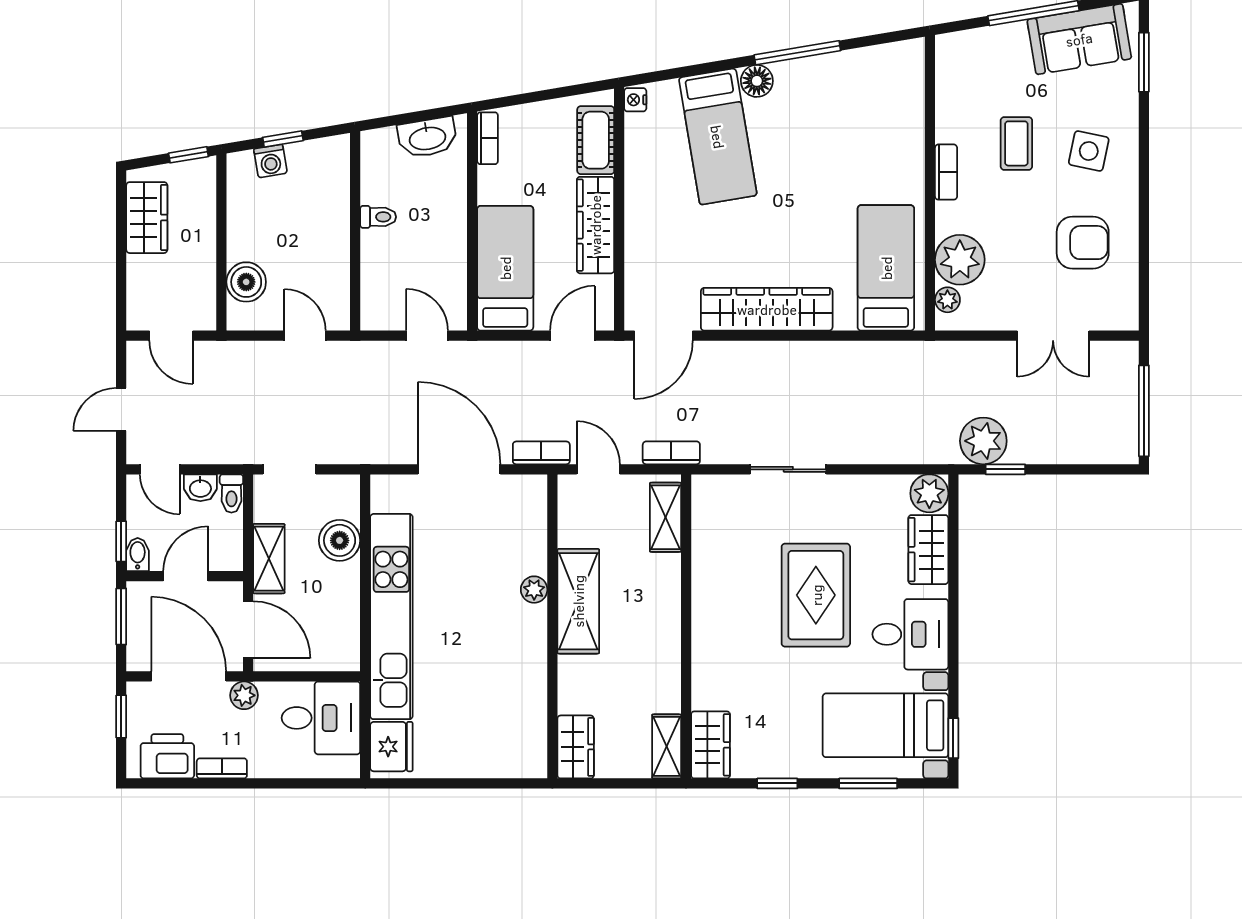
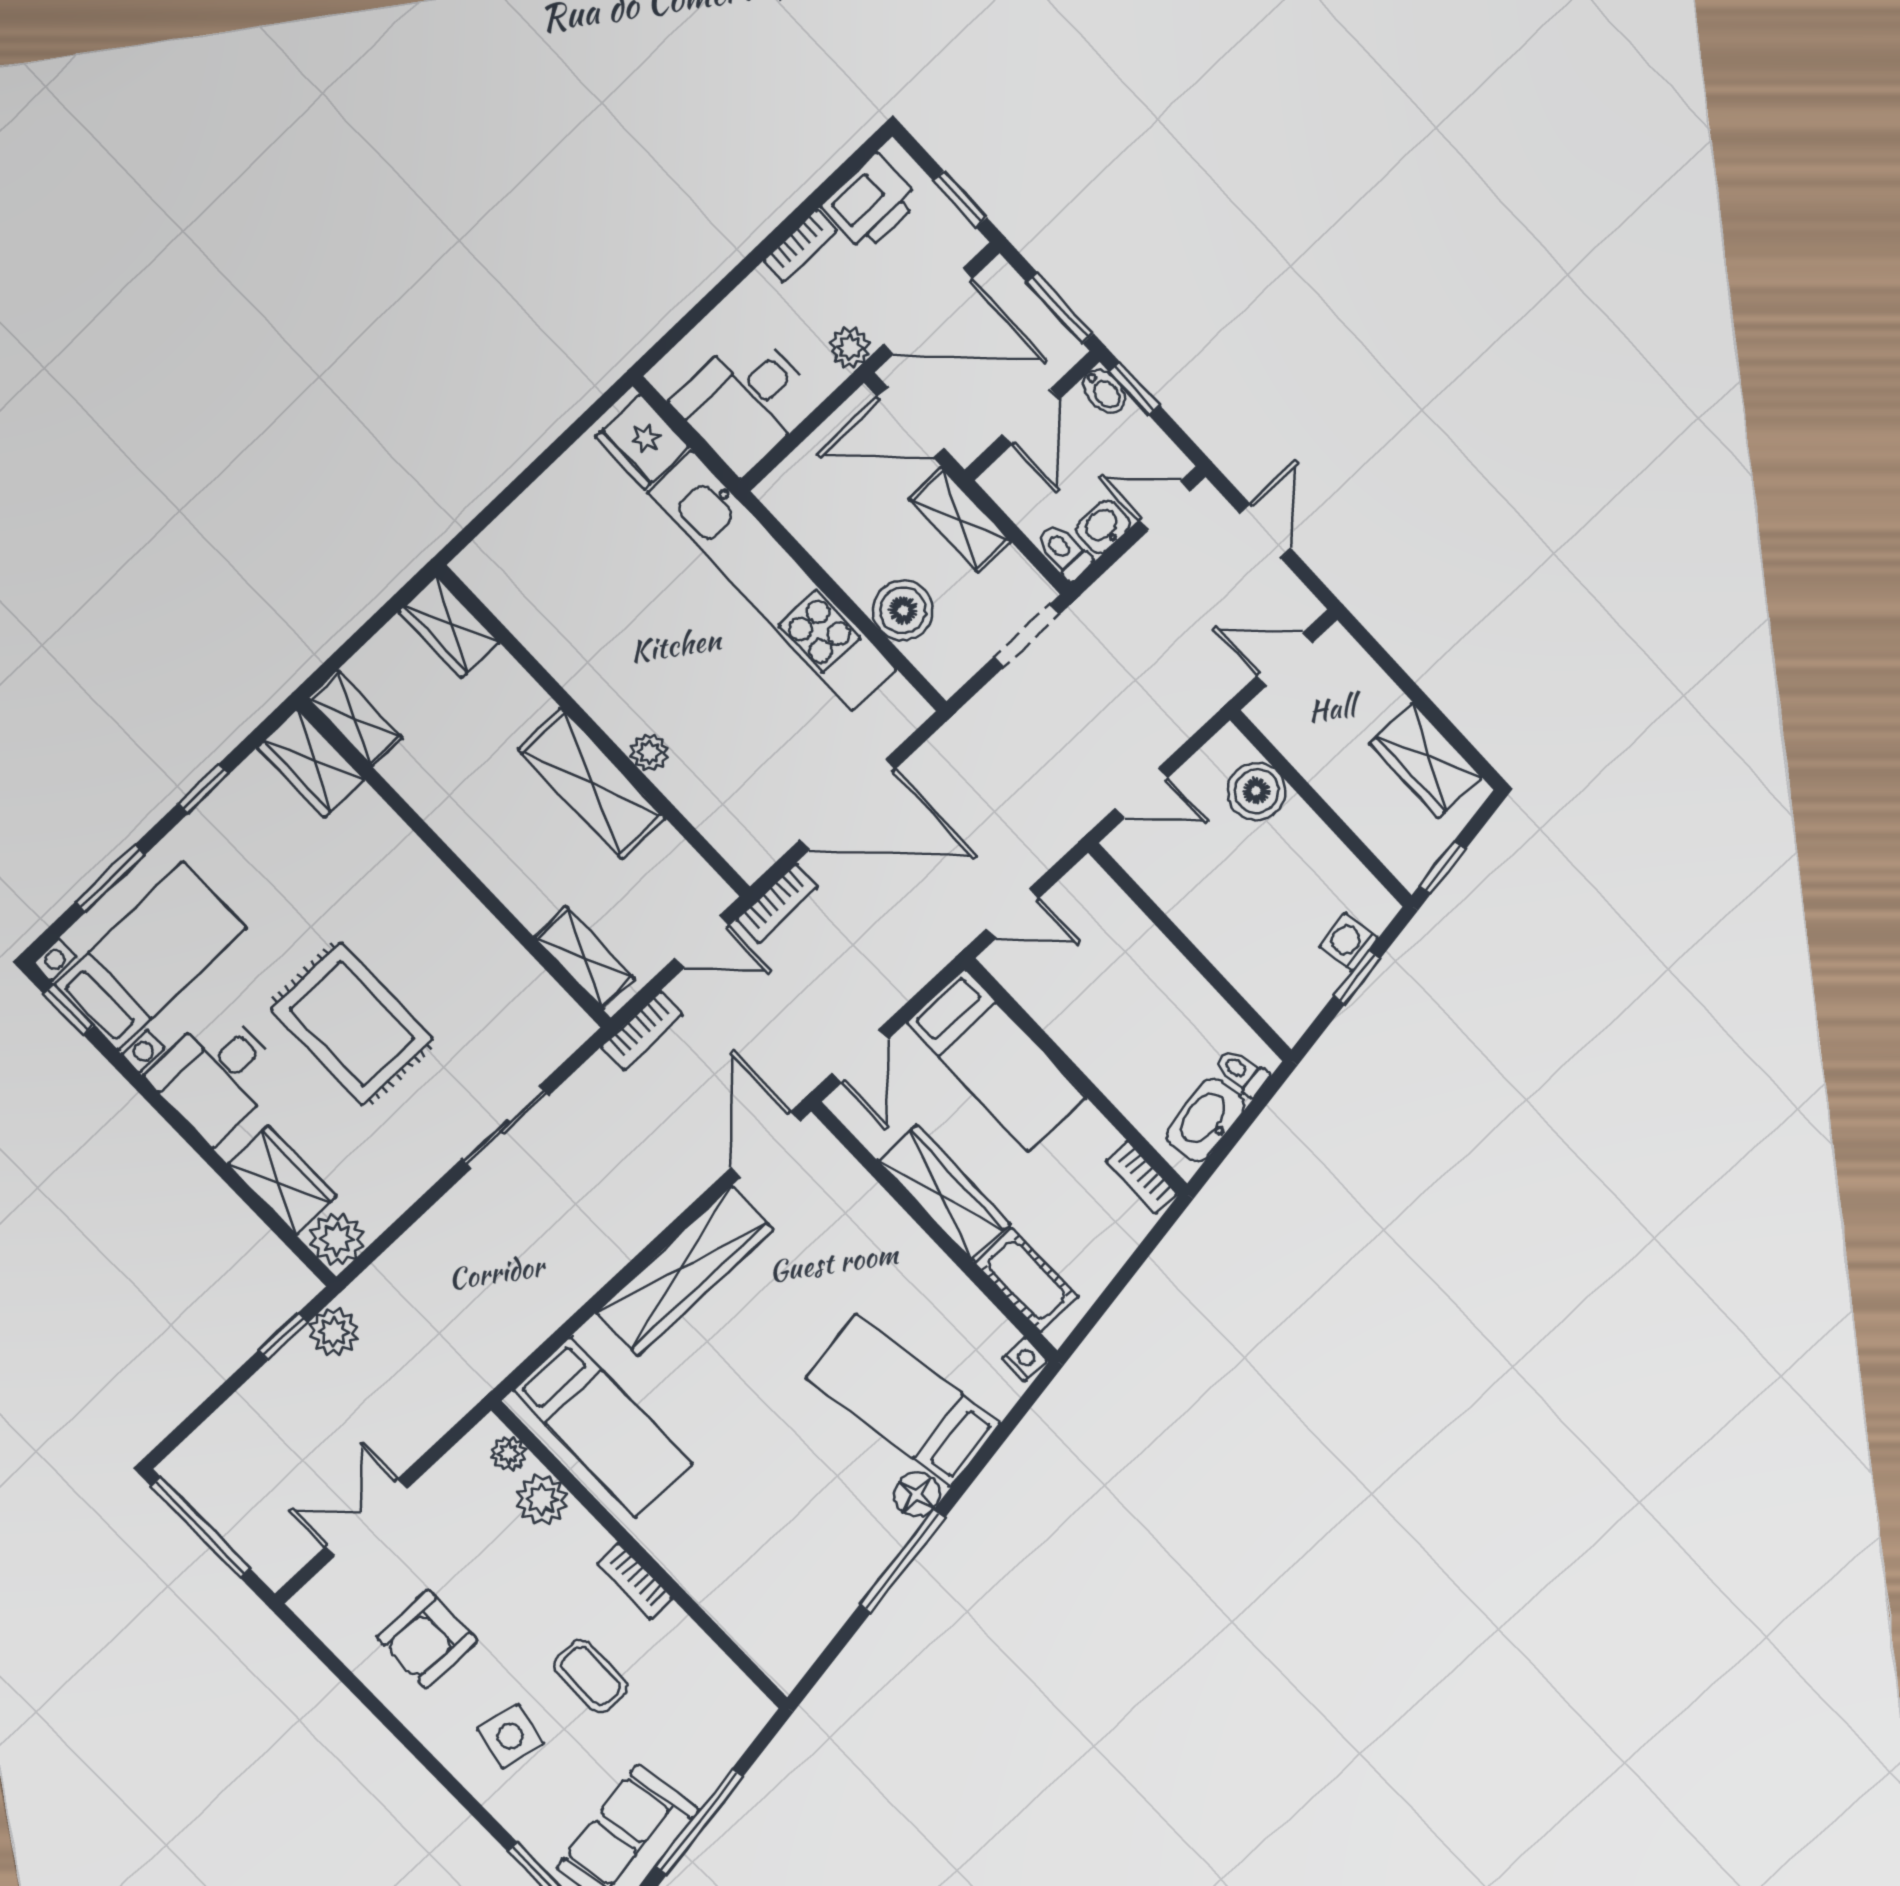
toilet: (378, 217) -> (1242, 1072), moved, turned 80
plant: (960, 260) -> (542, 1500), width x0.73, depth x0.73
plant: (983, 441) -> (334, 1332), width x0.73, depth x0.73

